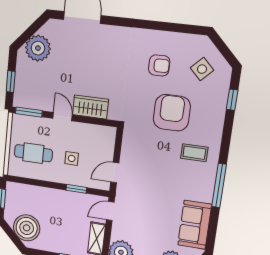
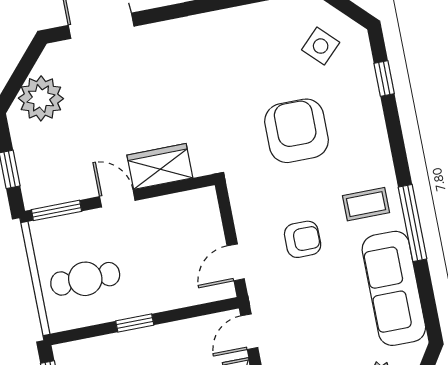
armchair: (159, 65) -> (303, 239), moved
coffee table: (194, 153) -> (366, 204), moved
side table: (72, 158) -> (155, 264), removed
window: (76, 189) -> (135, 323), moved
sofa: (195, 225) -> (394, 288), width x1.36

